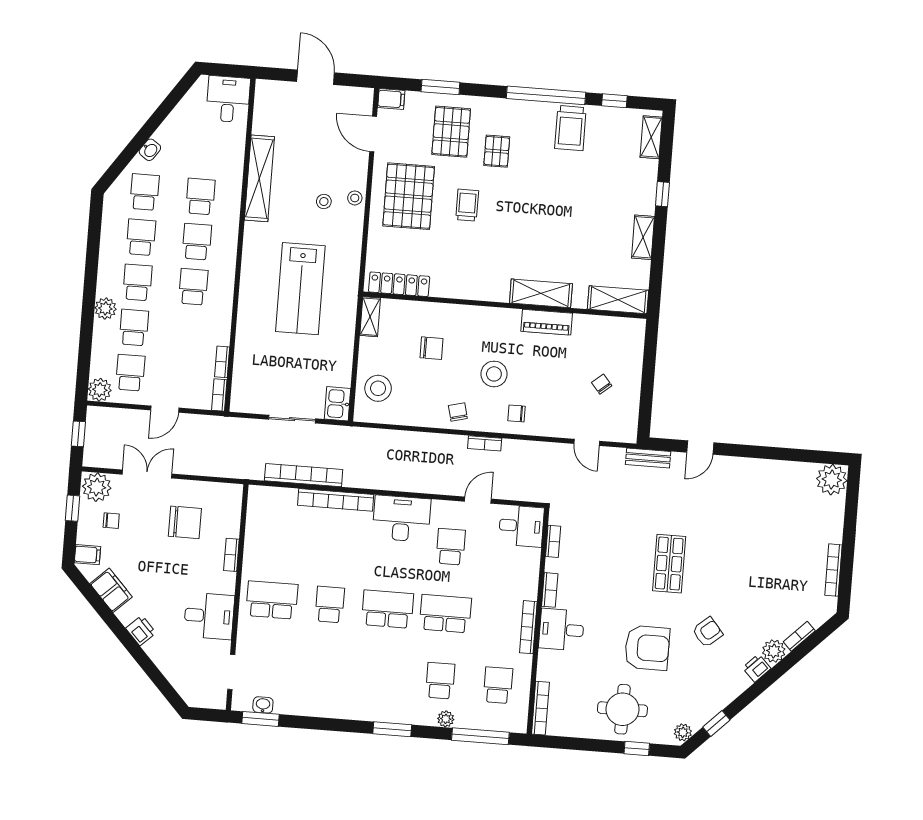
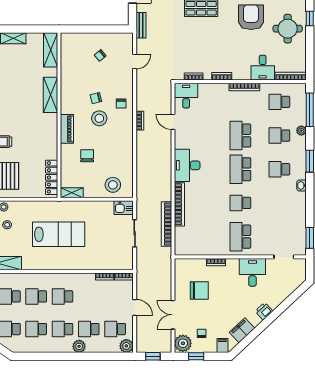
piano: (547, 322) -> (67, 129), moved
chair: (458, 412) -> (96, 98), moved
chair: (185, 522) -> (199, 291), turned 90
school desk: (451, 547) -> (279, 169), moved
desk: (561, 630) -> (263, 68), moved
washbasin: (263, 705) -> (302, 185), moved

